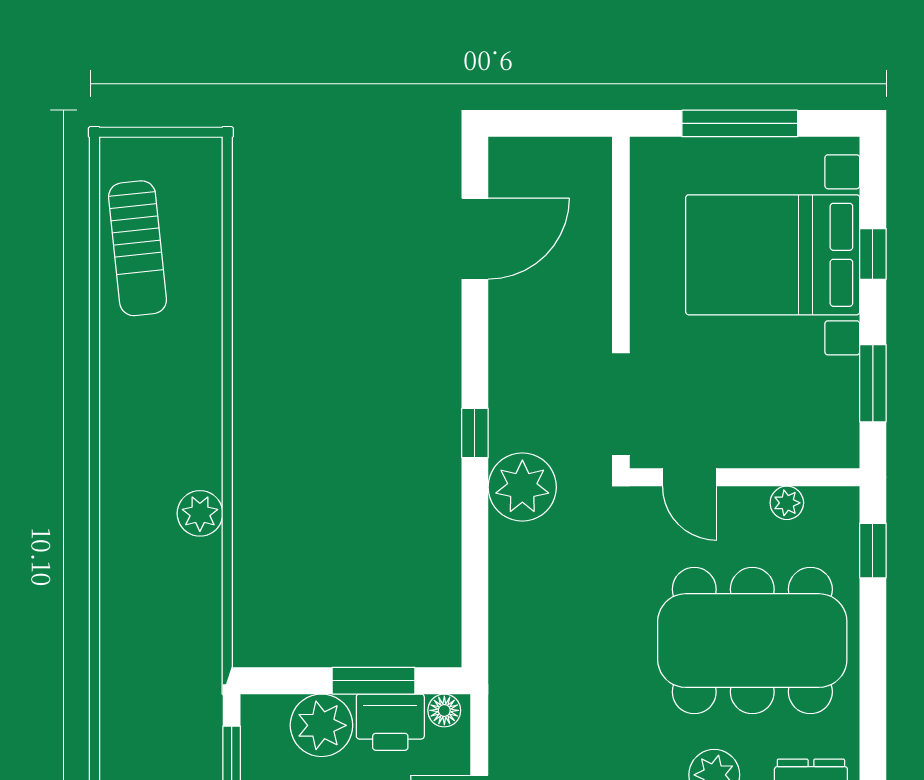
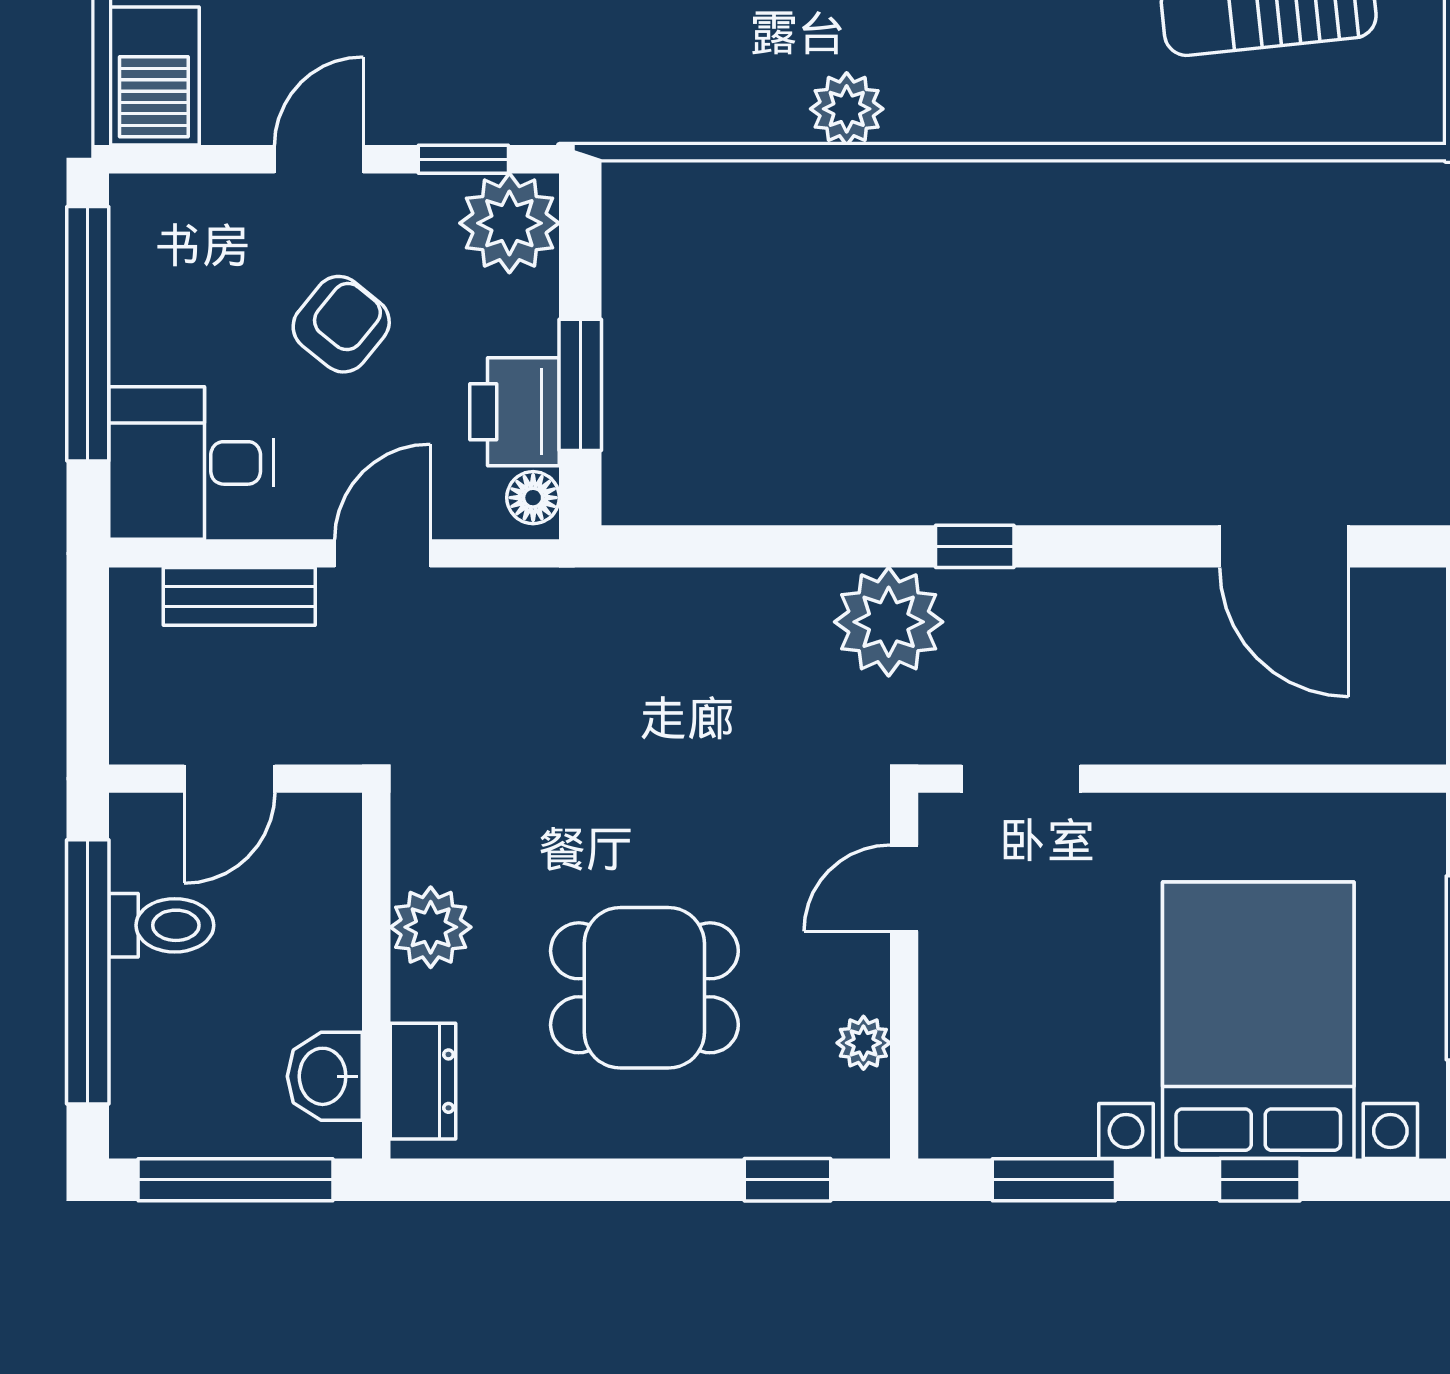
doorway: (621, 404) -> (1021, 779), width x0.73
dining table: (752, 641) -> (644, 988), width x0.53, depth x0.80
plant: (321, 725) -> (509, 223), moved

